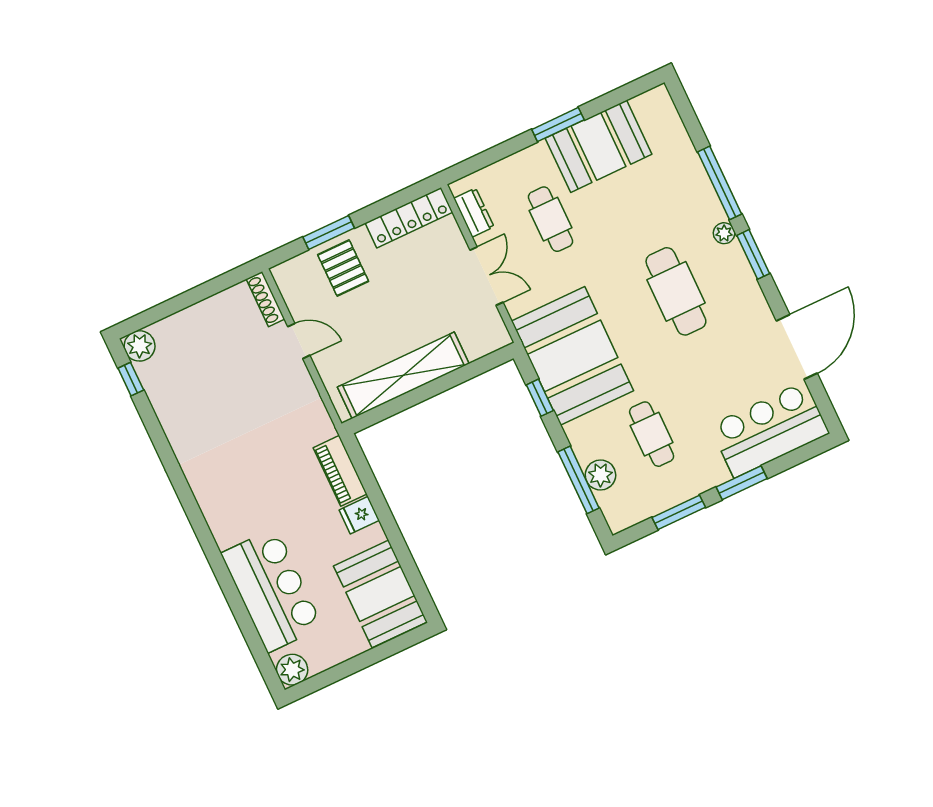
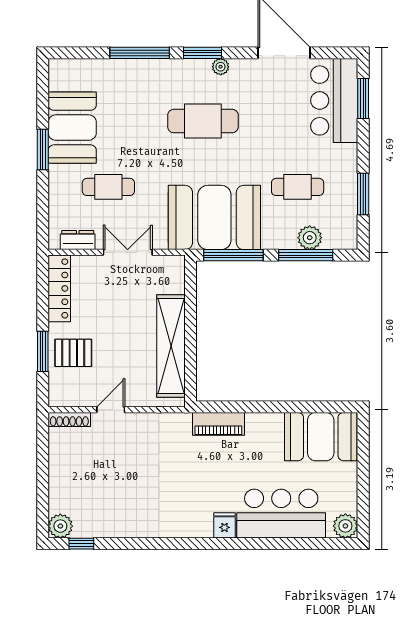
plant: (724, 233) -> (221, 67), moved
window: (540, 398) -> (233, 255), width x2.17
window: (742, 483) -> (363, 98), moved
fridge: (359, 515) -> (224, 525), moved, turned 180

